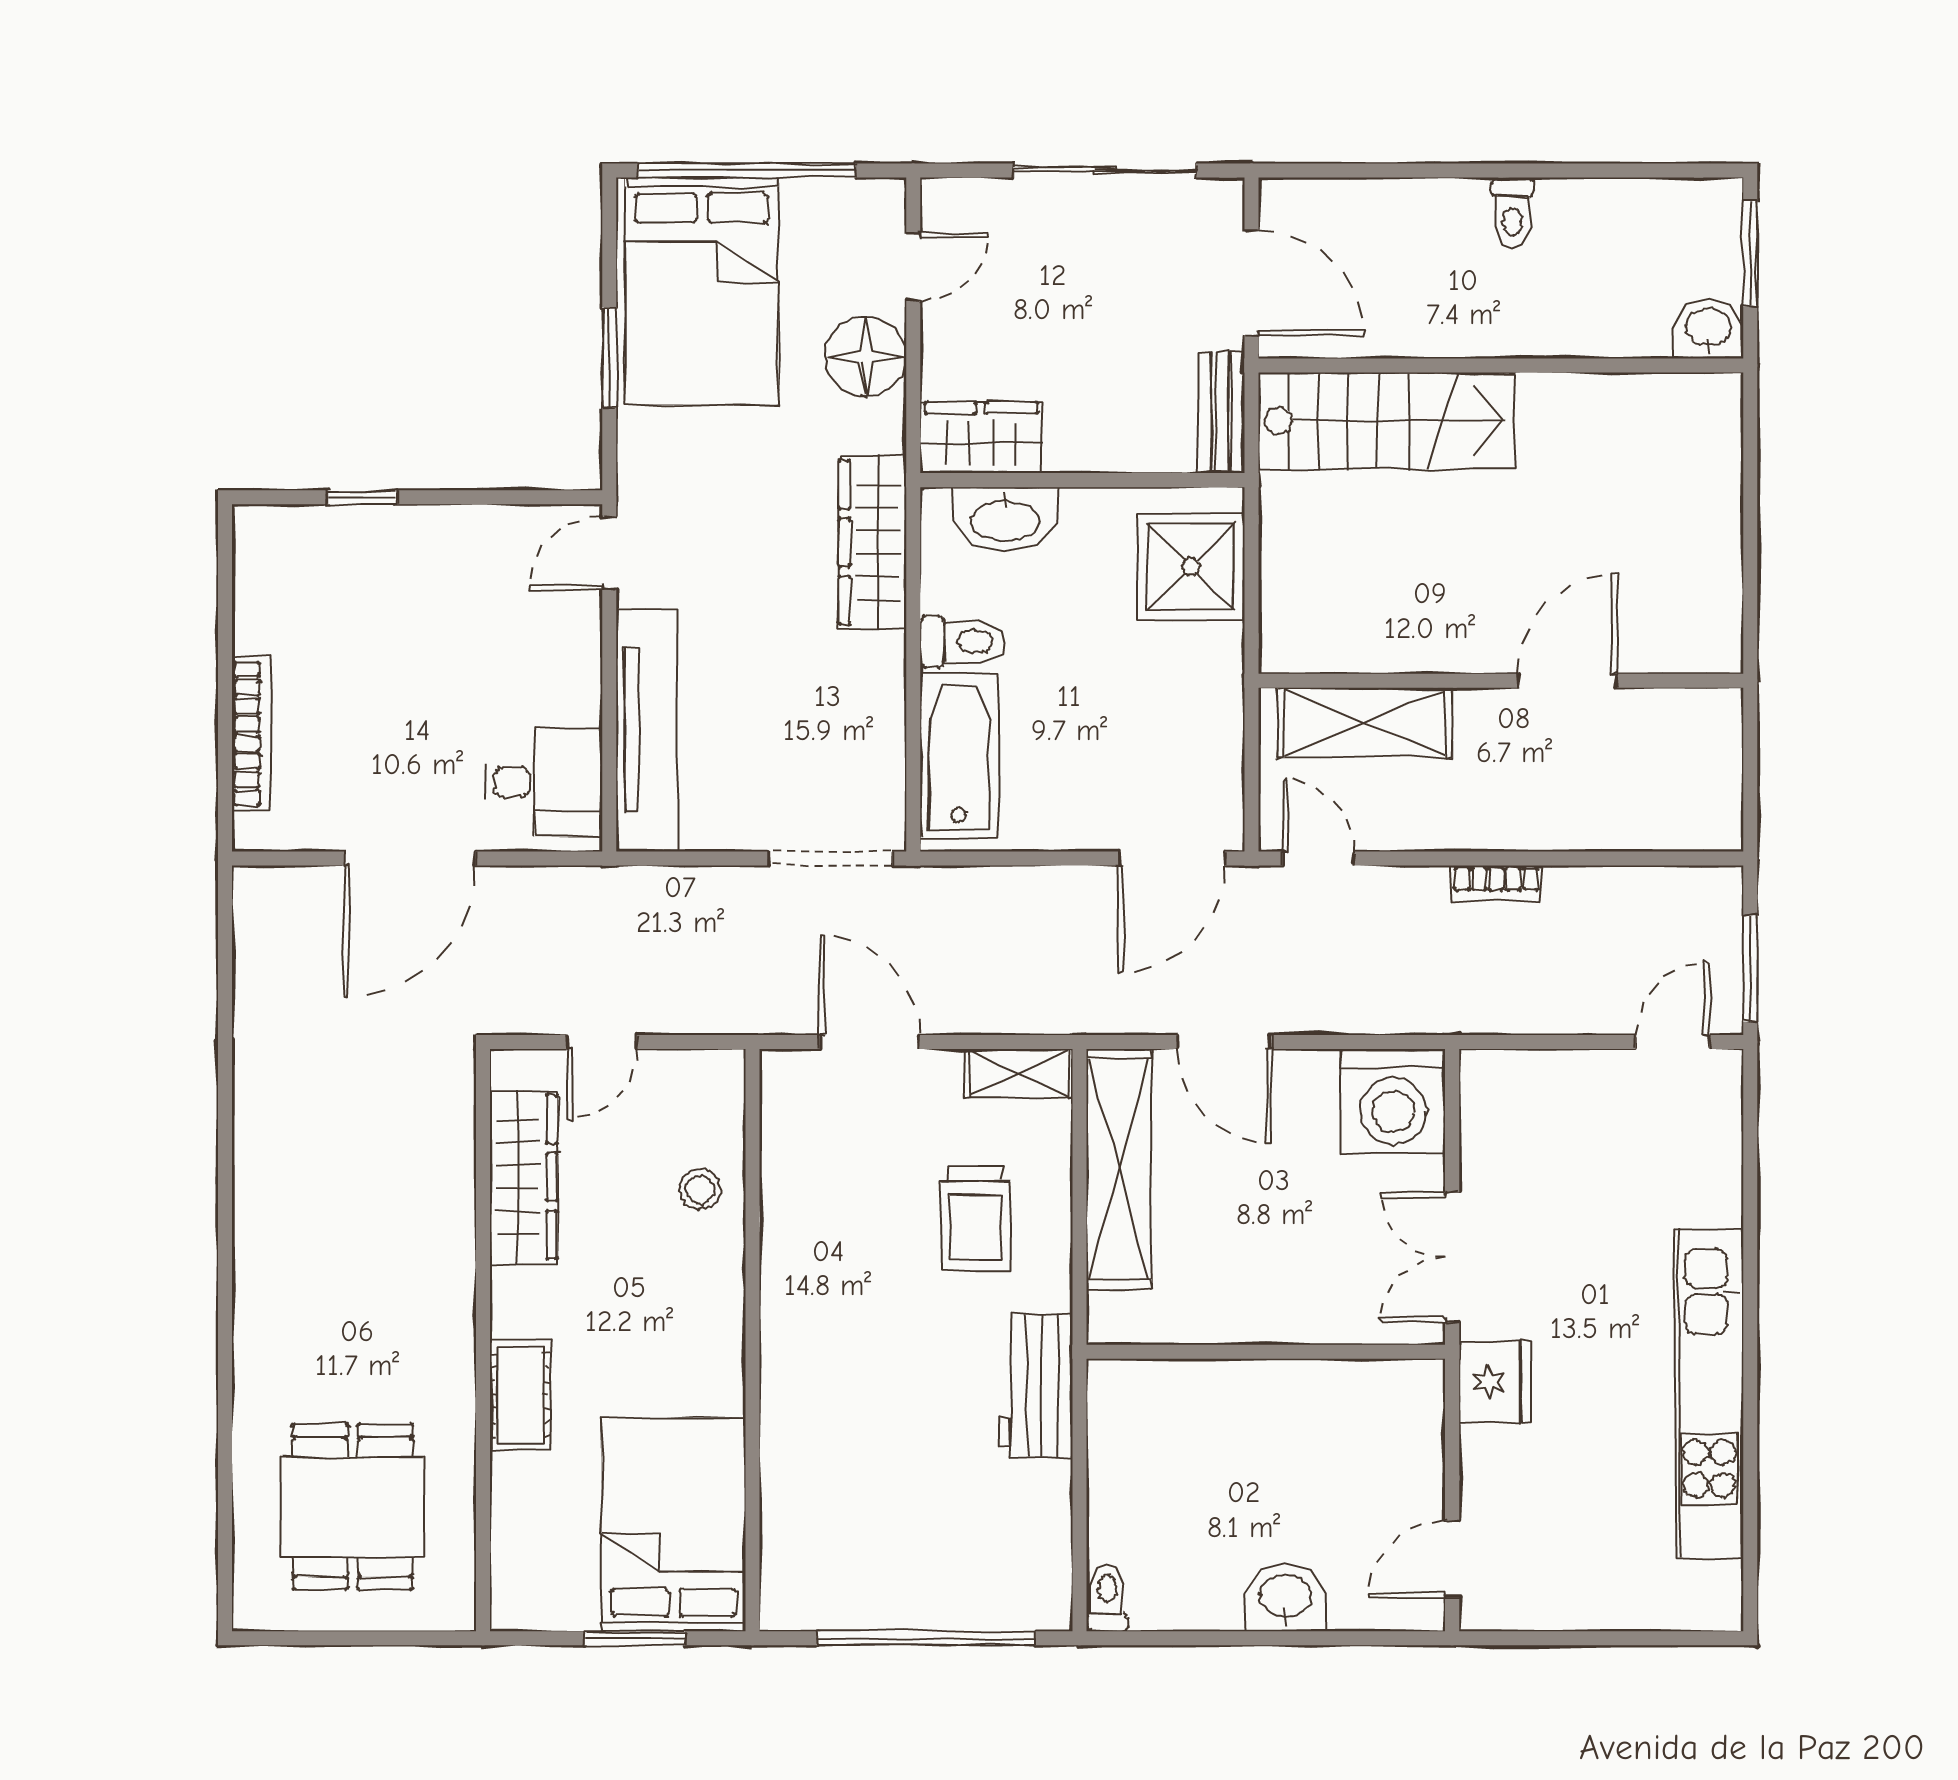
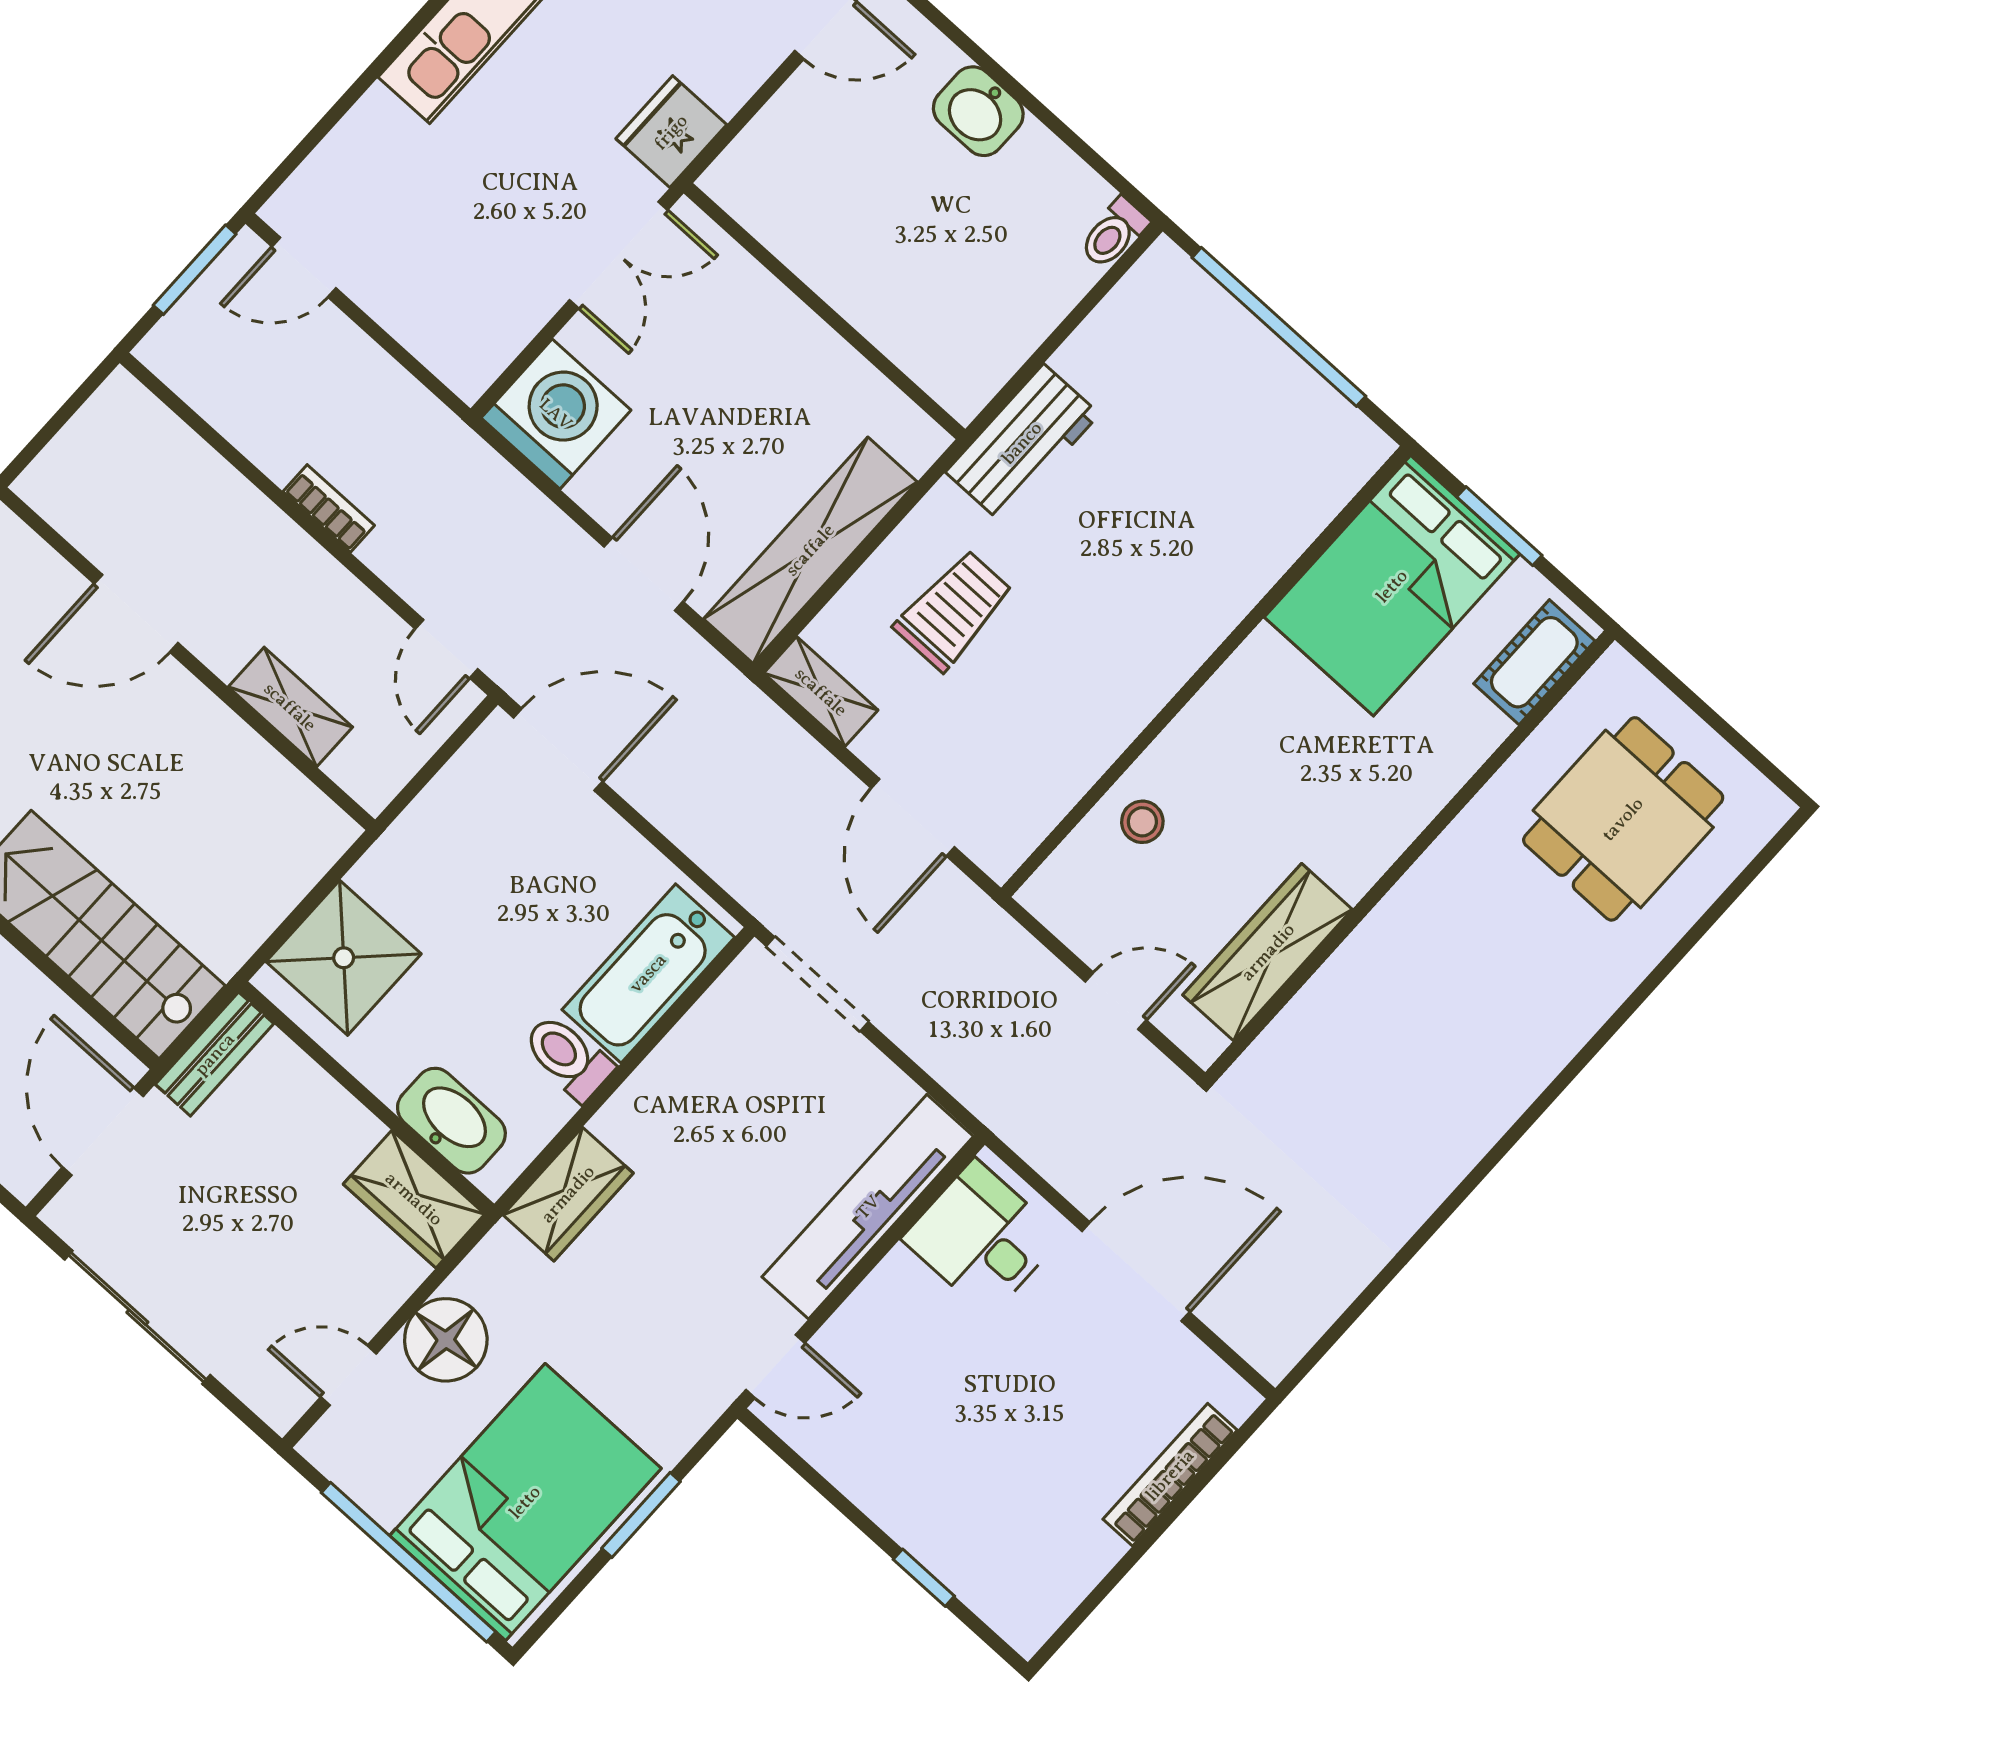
wardrobe: (873, 542) -> (568, 1194), width x0.67
shelving: (1365, 723) -> (290, 707), width x0.67, depth x0.75
cot: (520, 1395) -> (1534, 662), moved

